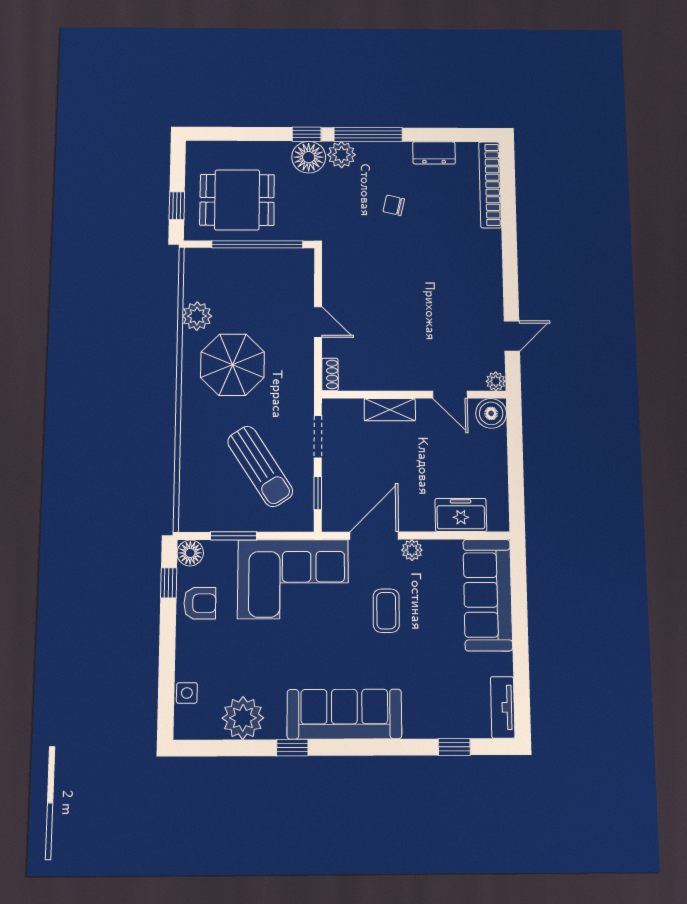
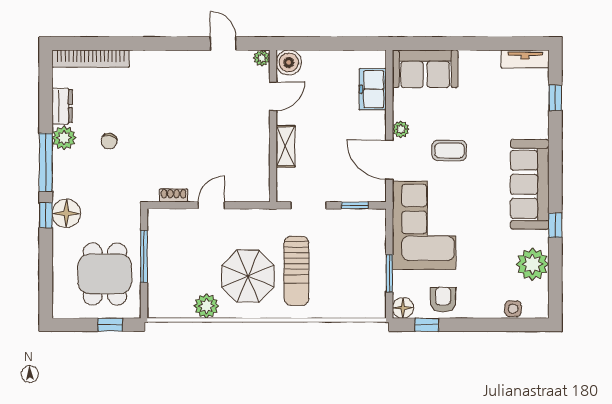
plant: (341, 155) -> (64, 138), moved
window: (257, 244) -> (144, 257), width x0.68
shoe rack: (330, 374) -> (173, 195), moved
sun lounger: (260, 466) -> (296, 271), moved, turned 123
sofa: (488, 595) -> (425, 69), width x0.73

